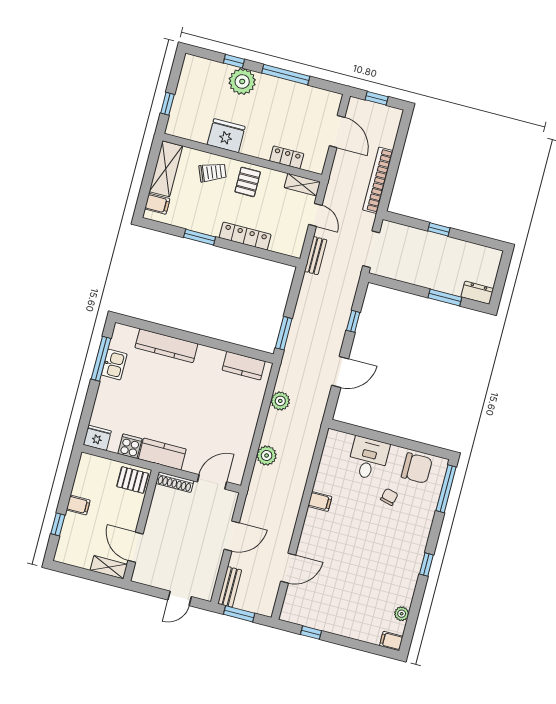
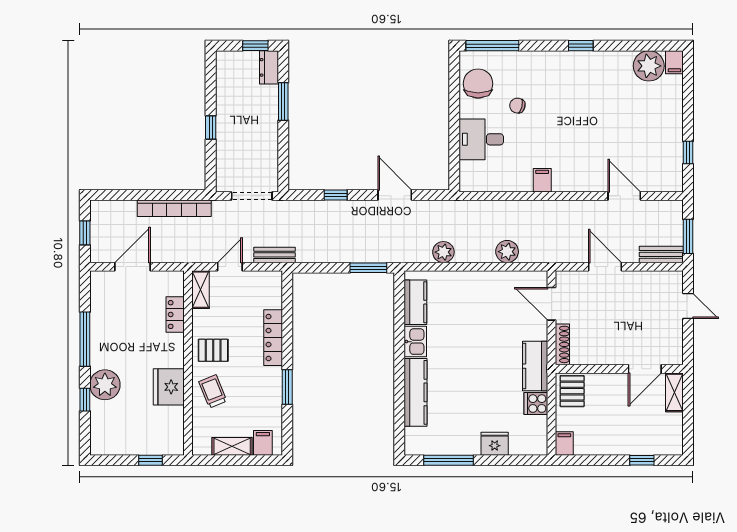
shelving: (166, 169) -> (232, 446), width x0.67, depth x0.75
window: (499, 286) -> (255, 46), added
kitchen sink: (114, 364) -> (415, 342), moved, turned 90
fridge: (97, 438) -> (495, 444), moved, turned 90
filing cabinet: (78, 505) -> (564, 443), moved
plant: (402, 614) -> (649, 66), width x1.87, depth x1.87

